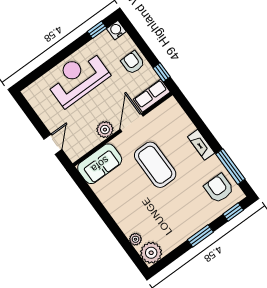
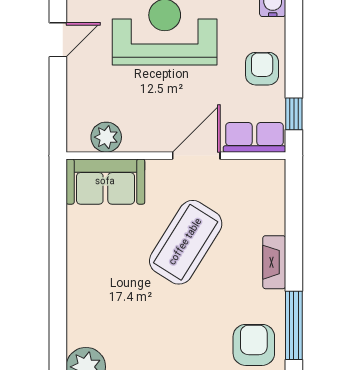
plant: (105, 130) -> (106, 137), moved
door: (53, 144) -> (58, 40), moved
coffee table: (155, 165) -> (186, 242), turned 32
plant: (135, 239) -> (77, 330), removed

